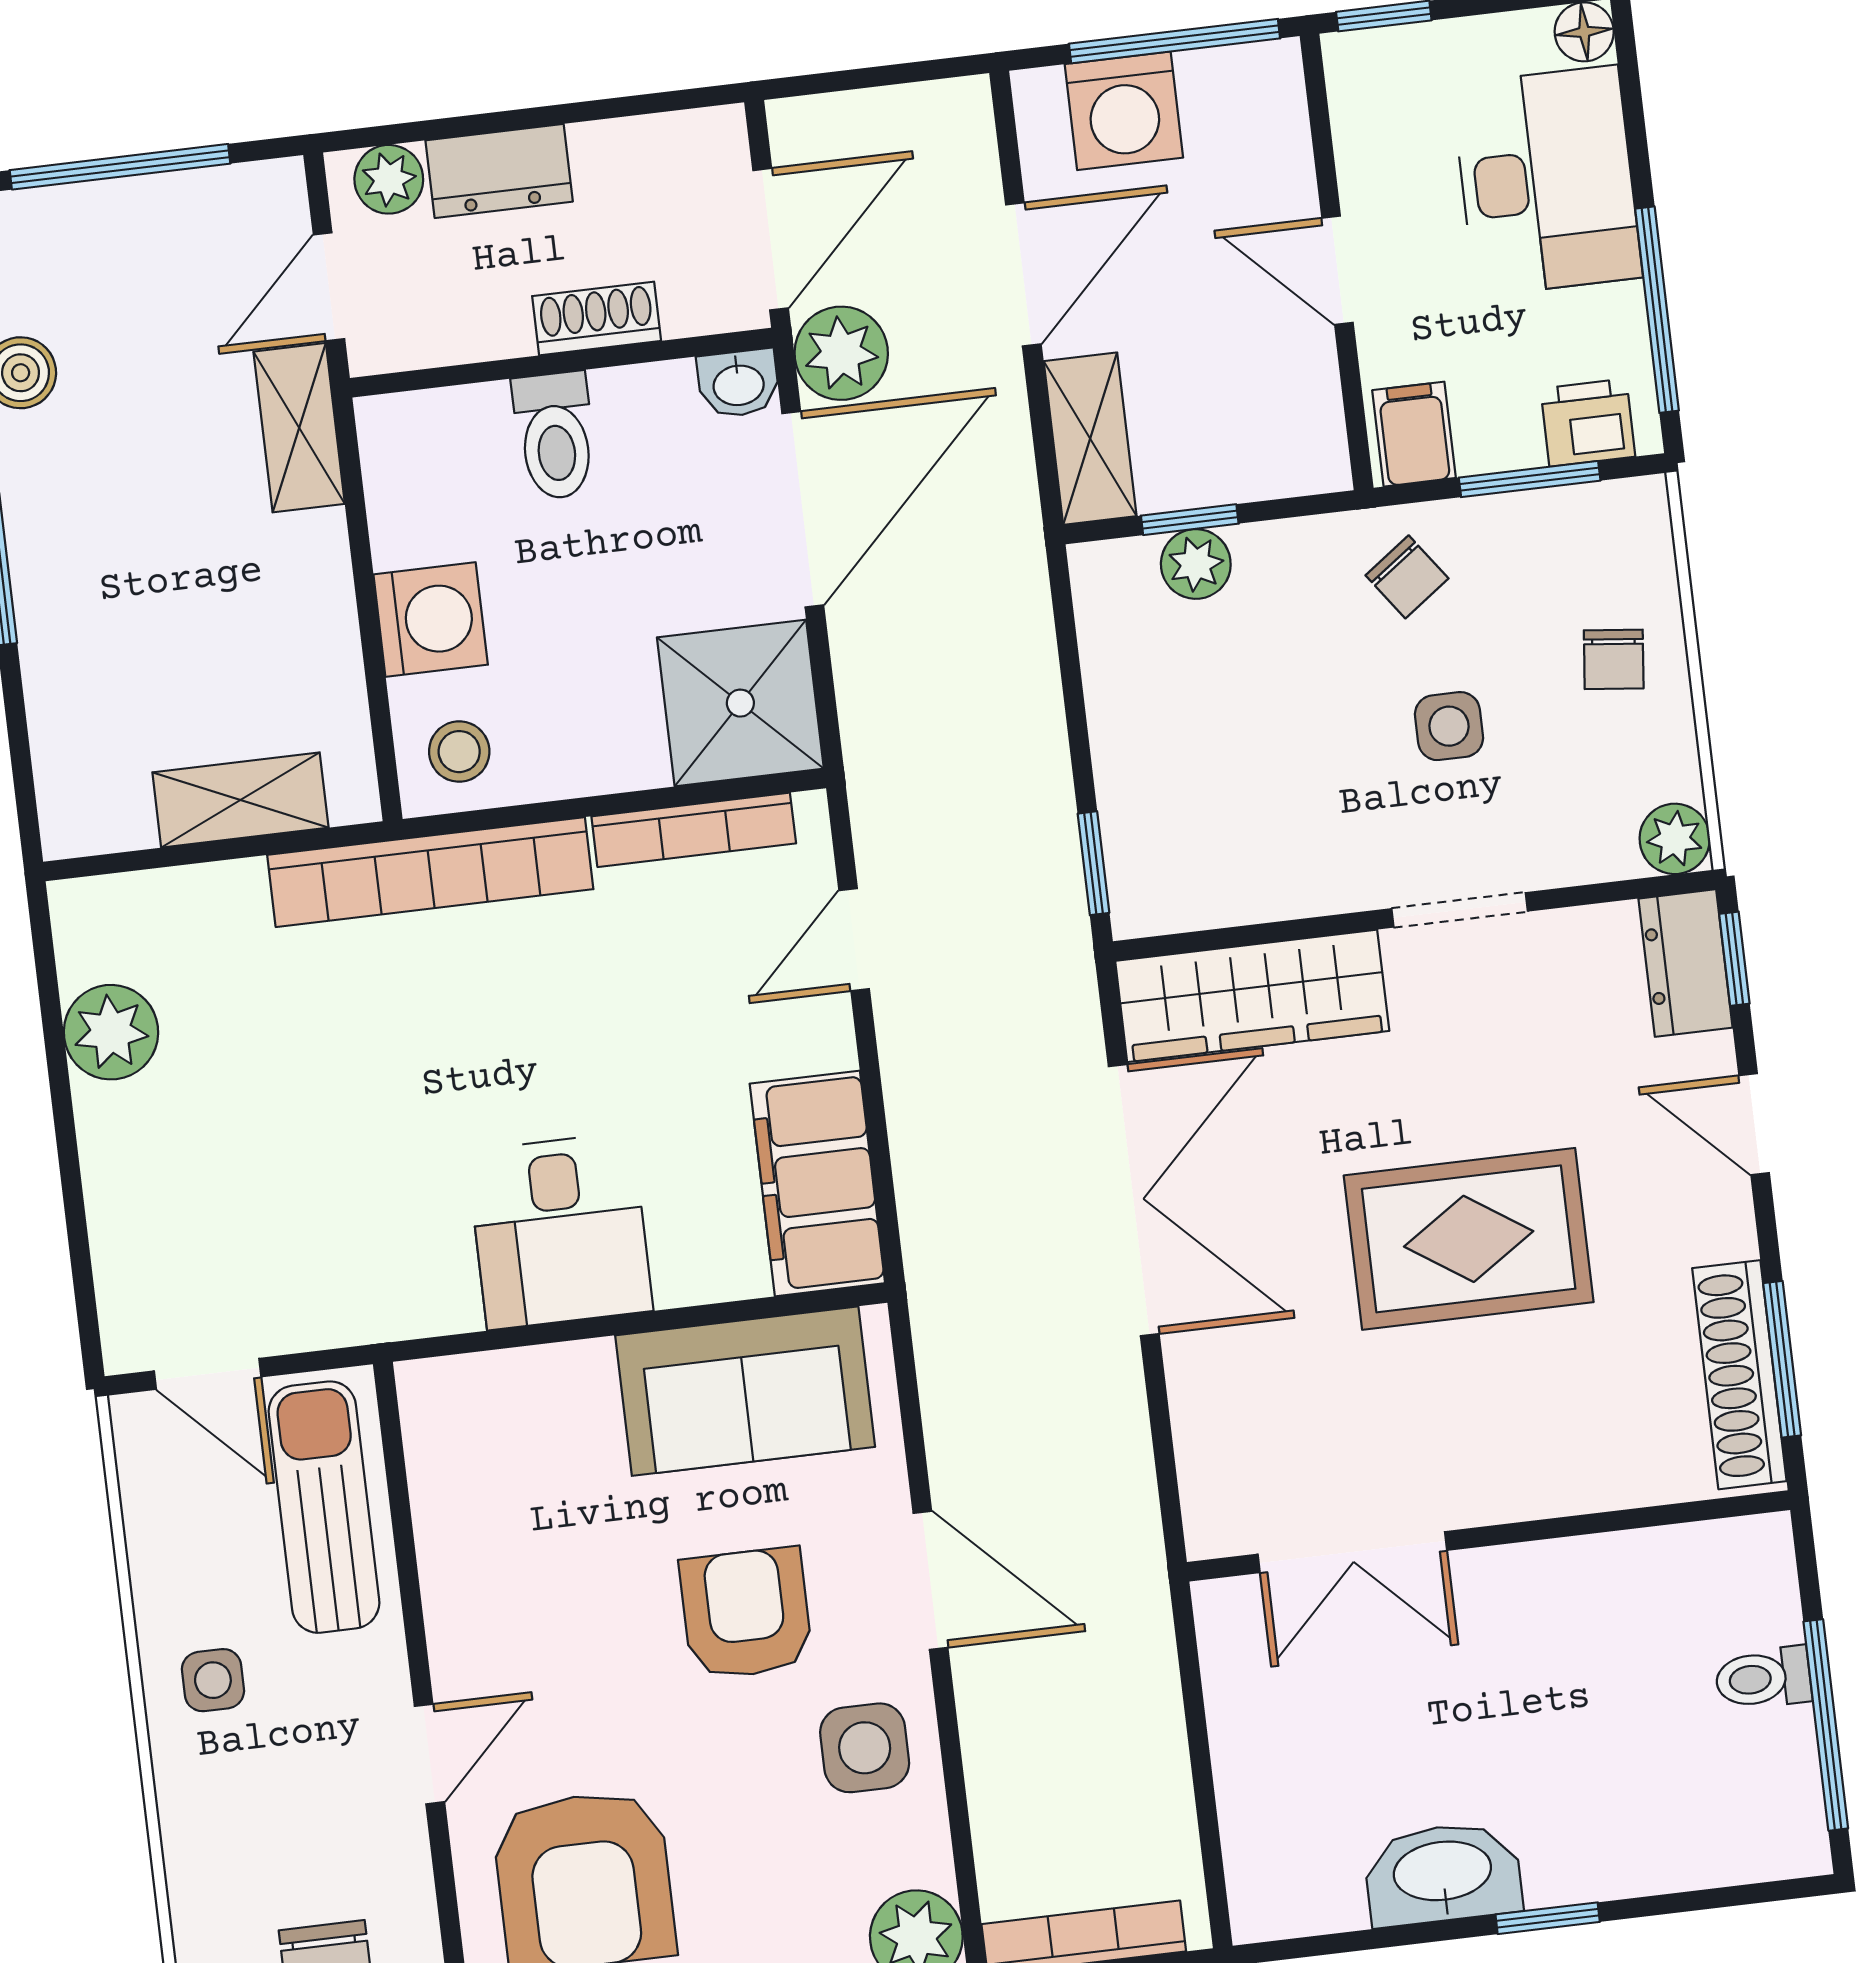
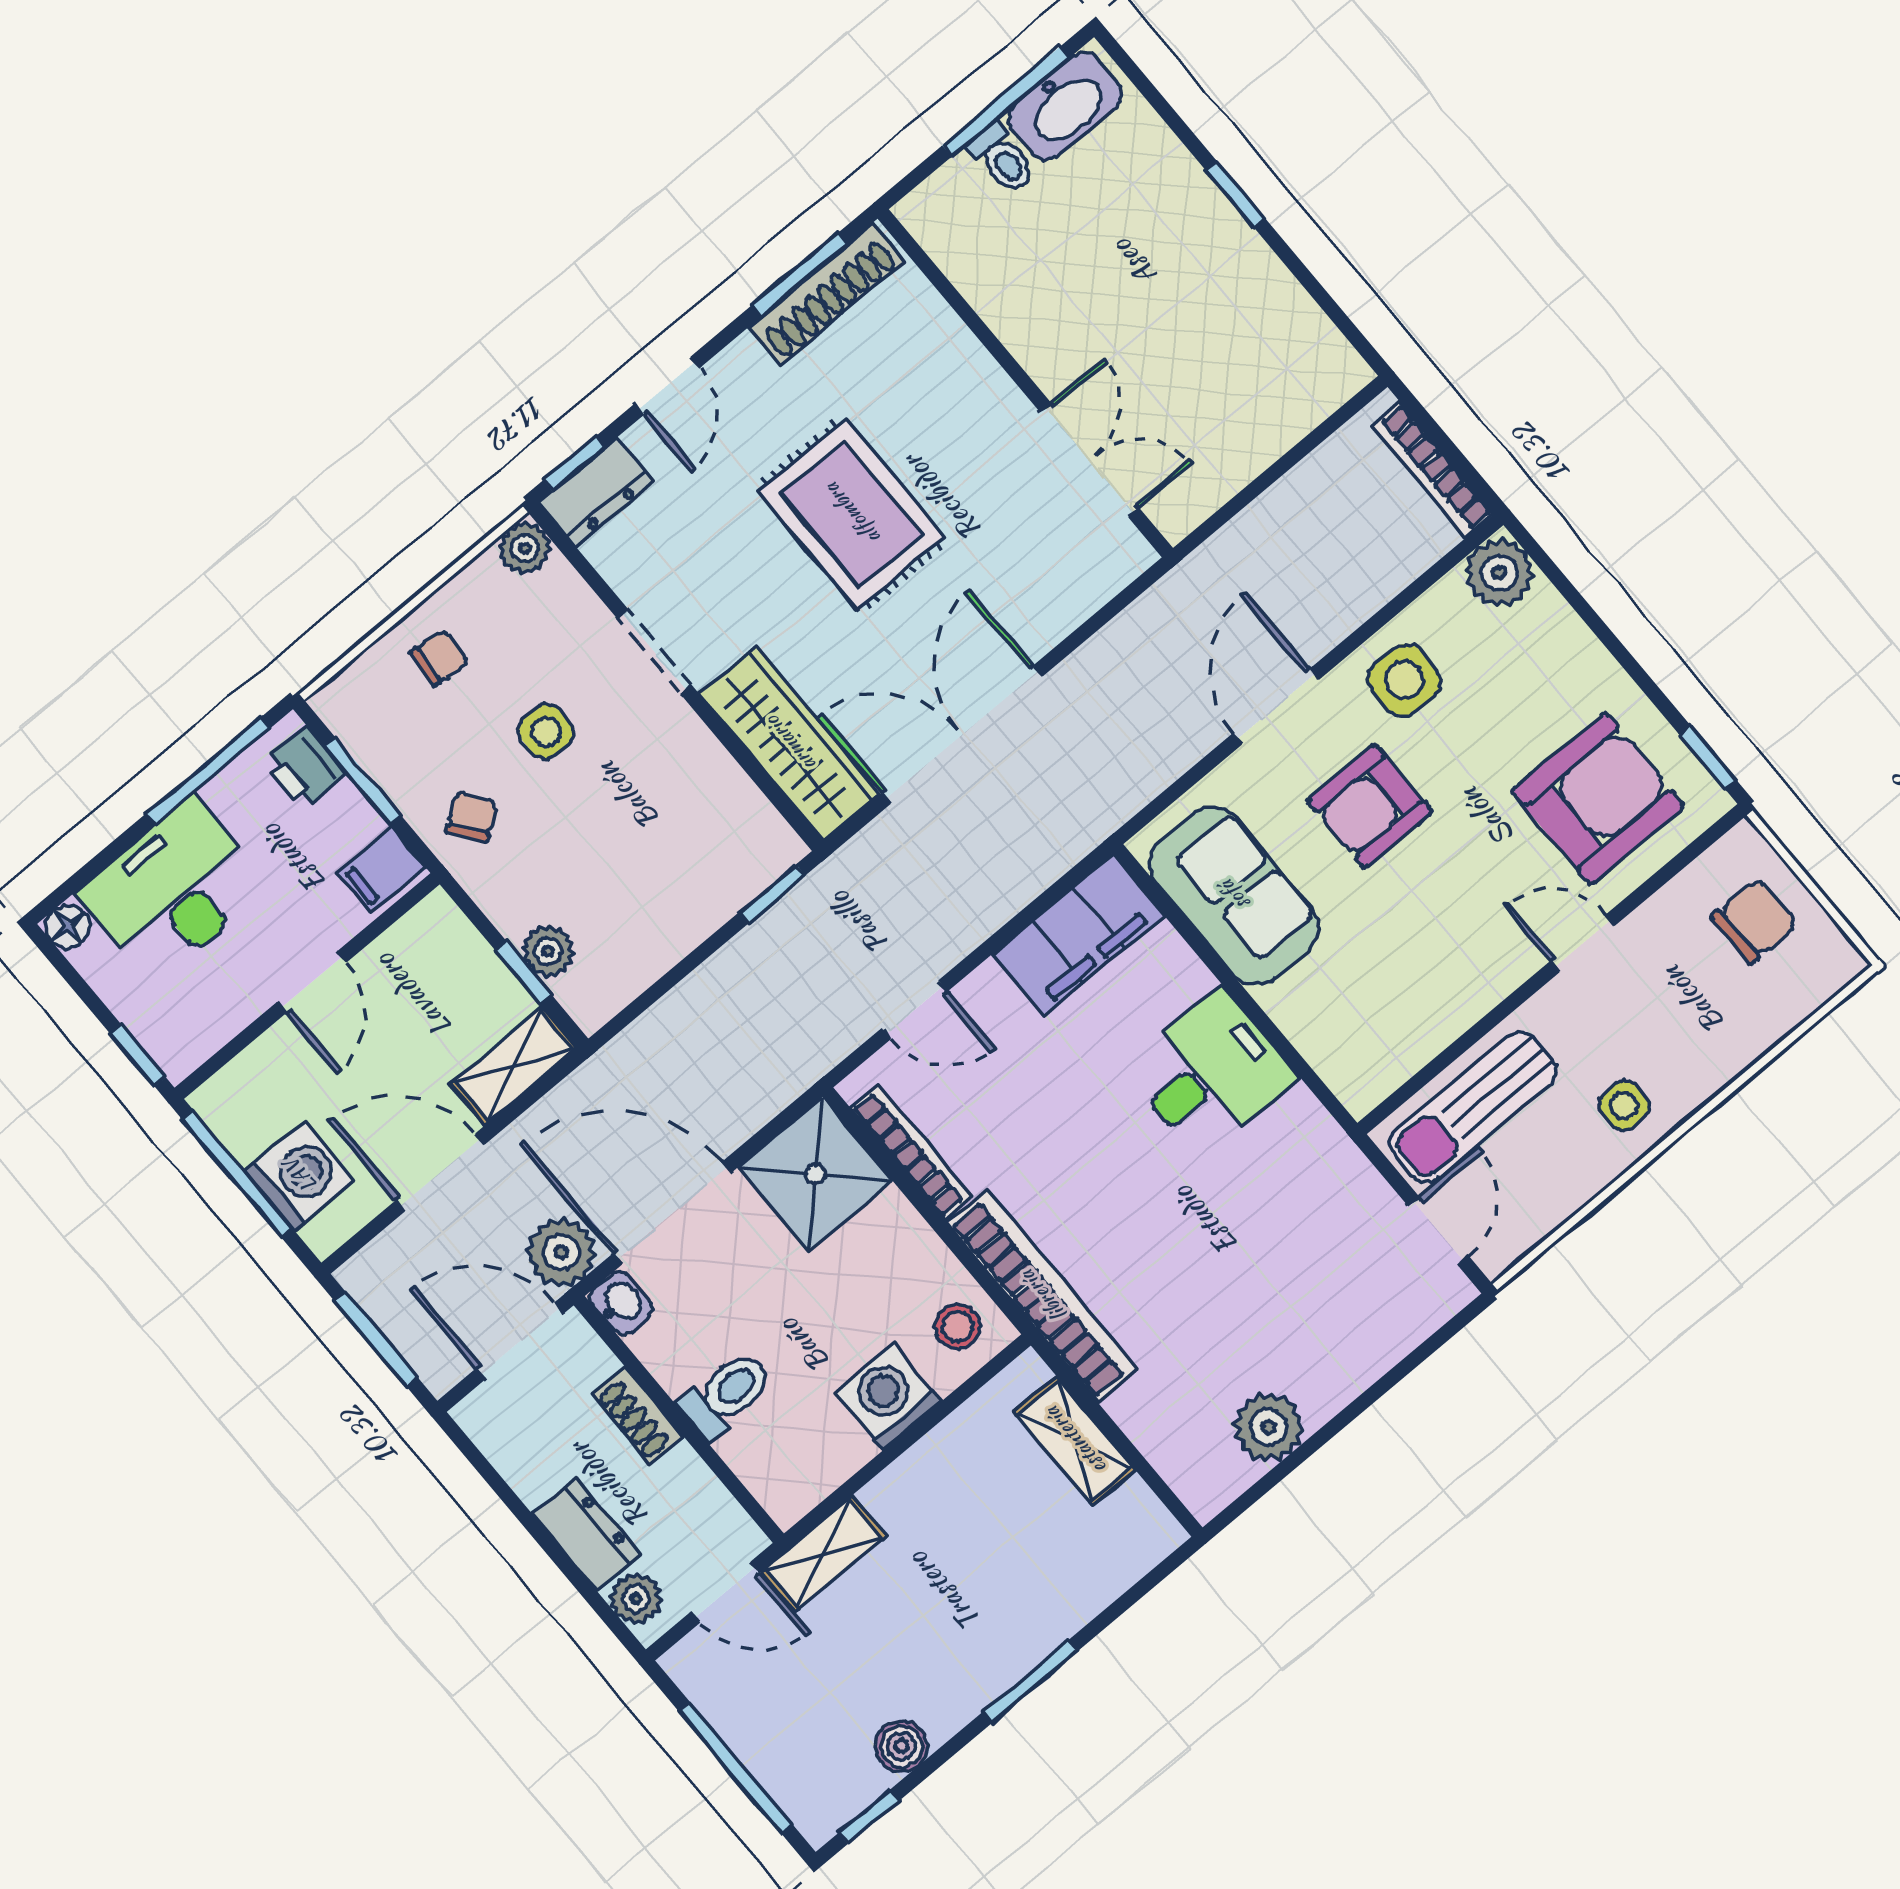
window: (881, 76) -> (376, 1339), added
washbasin: (1443, 1874) -> (1065, 106), moved, turned -90

